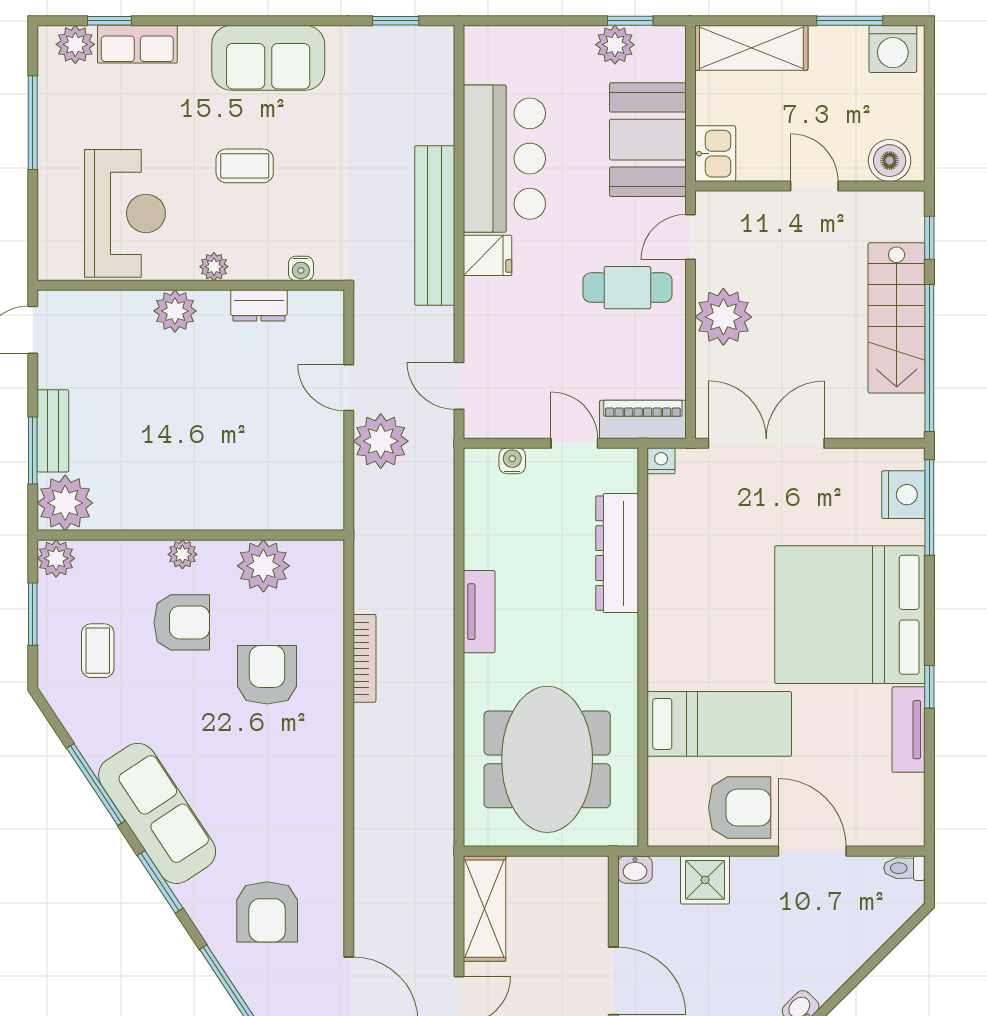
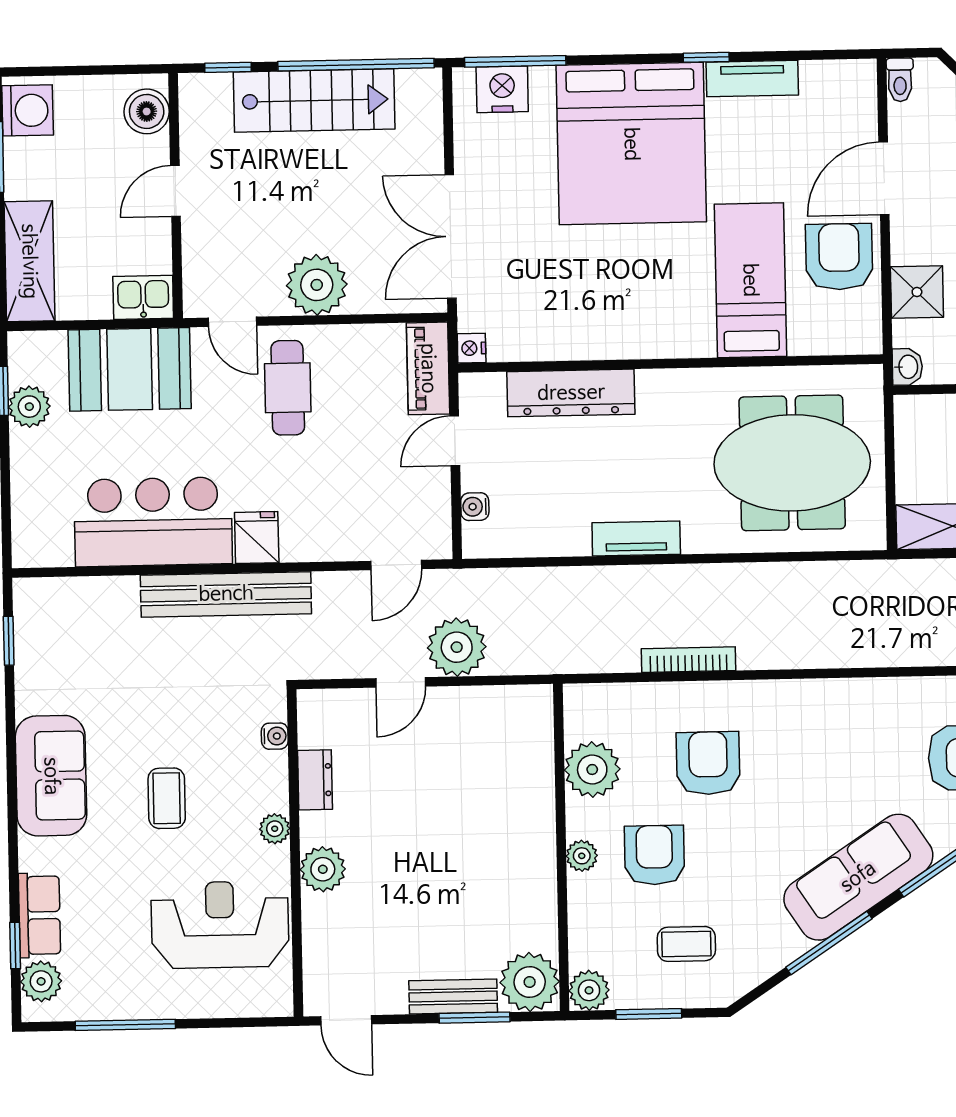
armchair: (267, 675) -> (708, 763), turned 90

